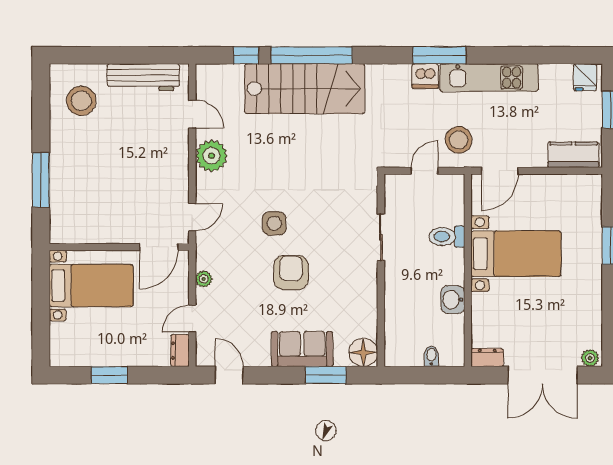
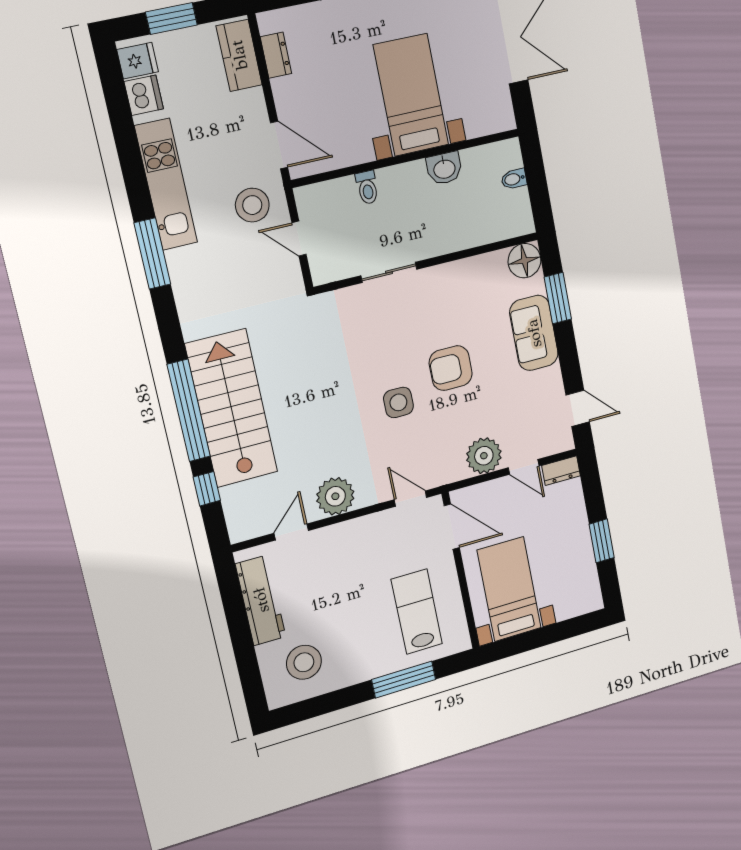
dishwasher: (425, 76) -> (144, 95), moved
lab bench: (95, 203) -> (417, 612), added
toilet: (447, 237) -> (367, 188), width x0.73, depth x0.72
bed with nightstands: (516, 254) -> (411, 95), moved
plant: (204, 279) -> (484, 456), width x1.88, depth x1.88
dresser: (487, 358) -> (276, 55), moved, turned 180
door: (229, 375) -> (578, 408), swing flipped

